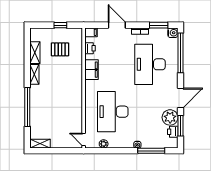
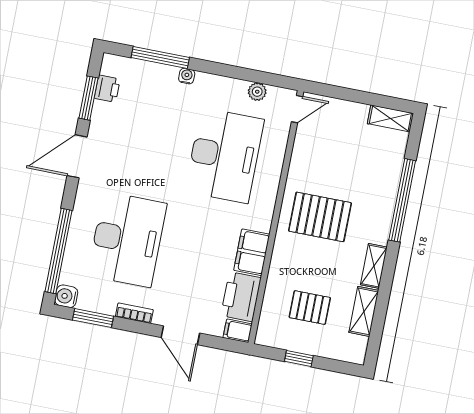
printer: (90, 48) -> (241, 297), width x1.87, depth x1.48
pallet: (63, 92) -> (320, 217), added
plant: (170, 117) -> (107, 120), removed
door: (84, 139) -> (297, 109), hinge flipped

